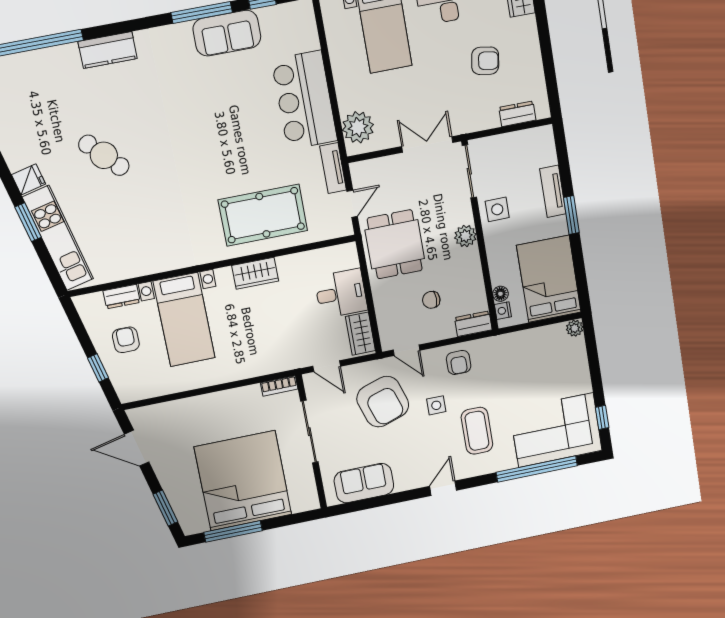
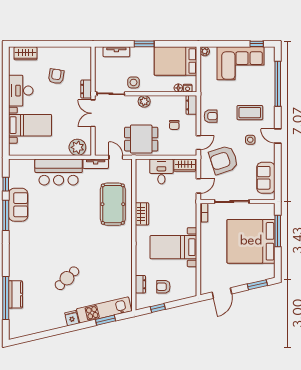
kitchen counter: (108, 50) -> (15, 294), moved
dresser: (517, 114) -> (86, 89), moved
tv unit: (553, 191) -> (116, 52), moved
window: (28, 222) -> (106, 320), moved
bed with nightstands: (184, 319) -> (173, 247), moved, turned 180
window: (98, 368) -> (158, 308), moved
armchair: (383, 402) -> (224, 160), turned 180
side table: (436, 405) -> (250, 140), moved
corner sofa: (556, 430) -> (240, 63), moved, turned -90
window: (233, 531) -> (278, 231), moved

